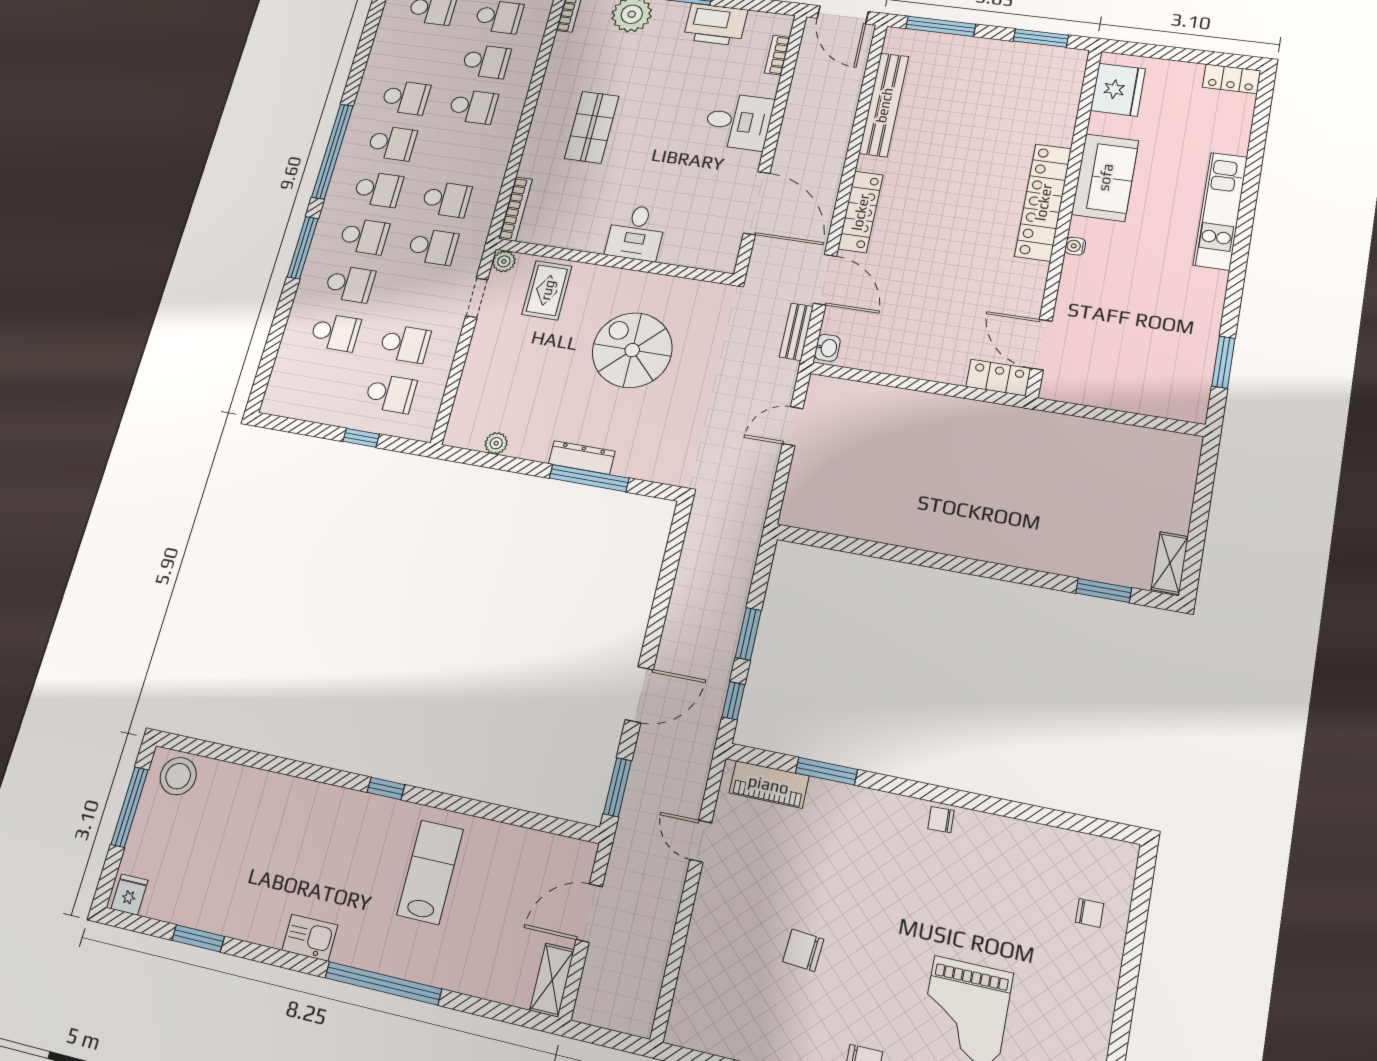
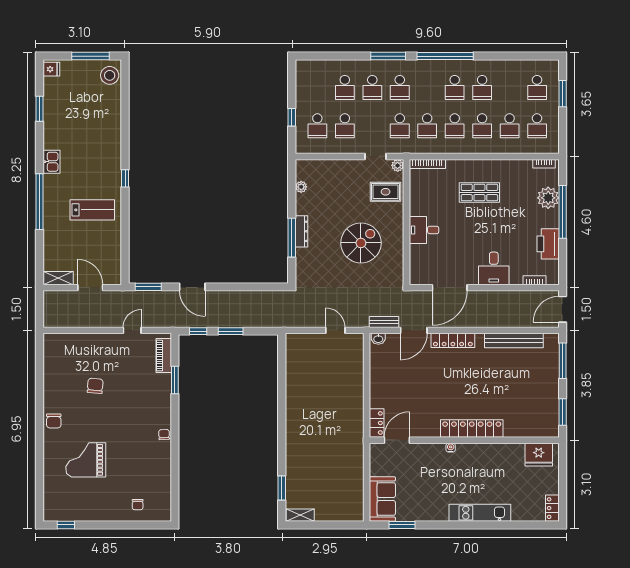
sofa: (1105, 177) -> (382, 499), moved, turned -90
school desk: (378, 189) -> (455, 126), moved

